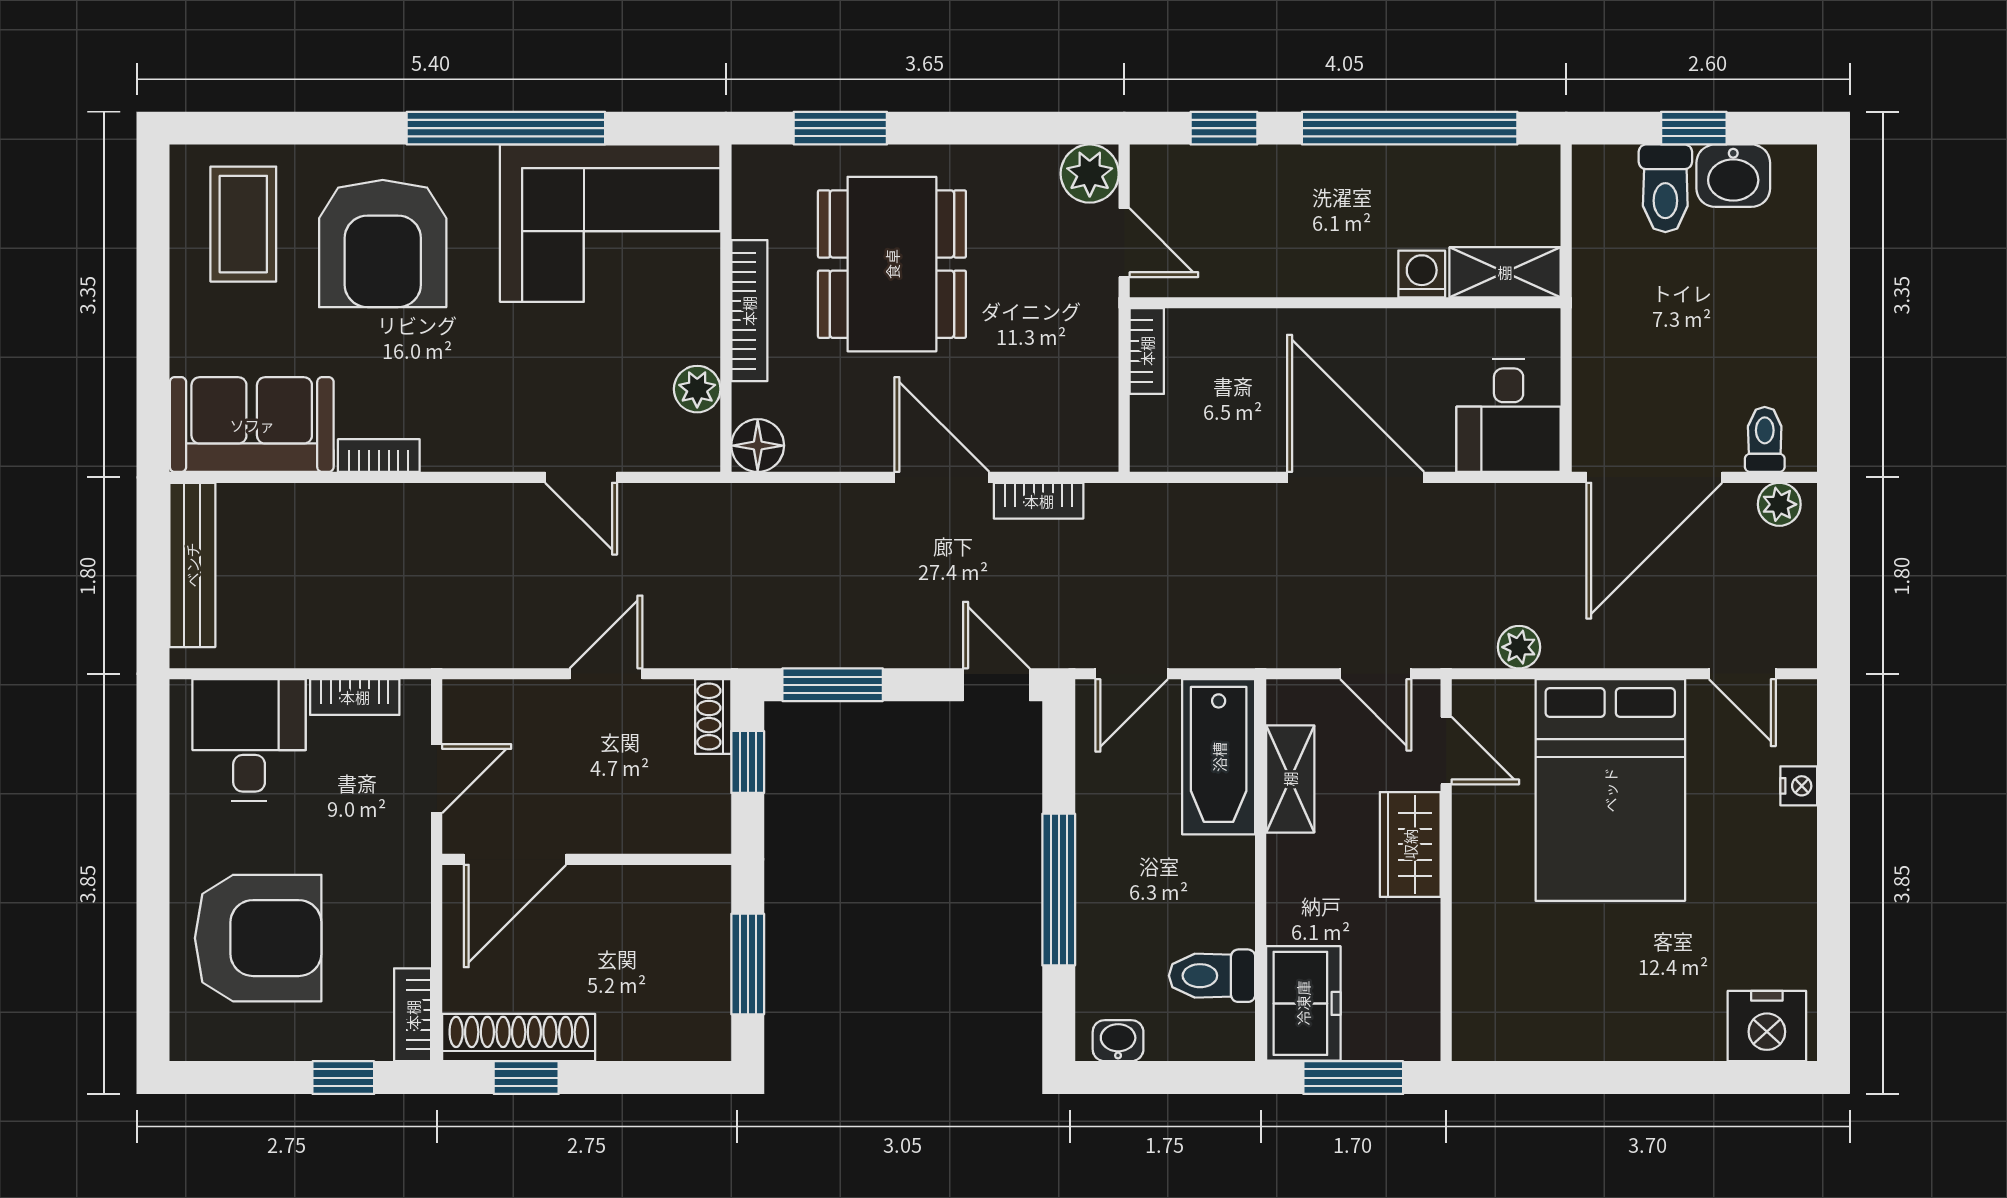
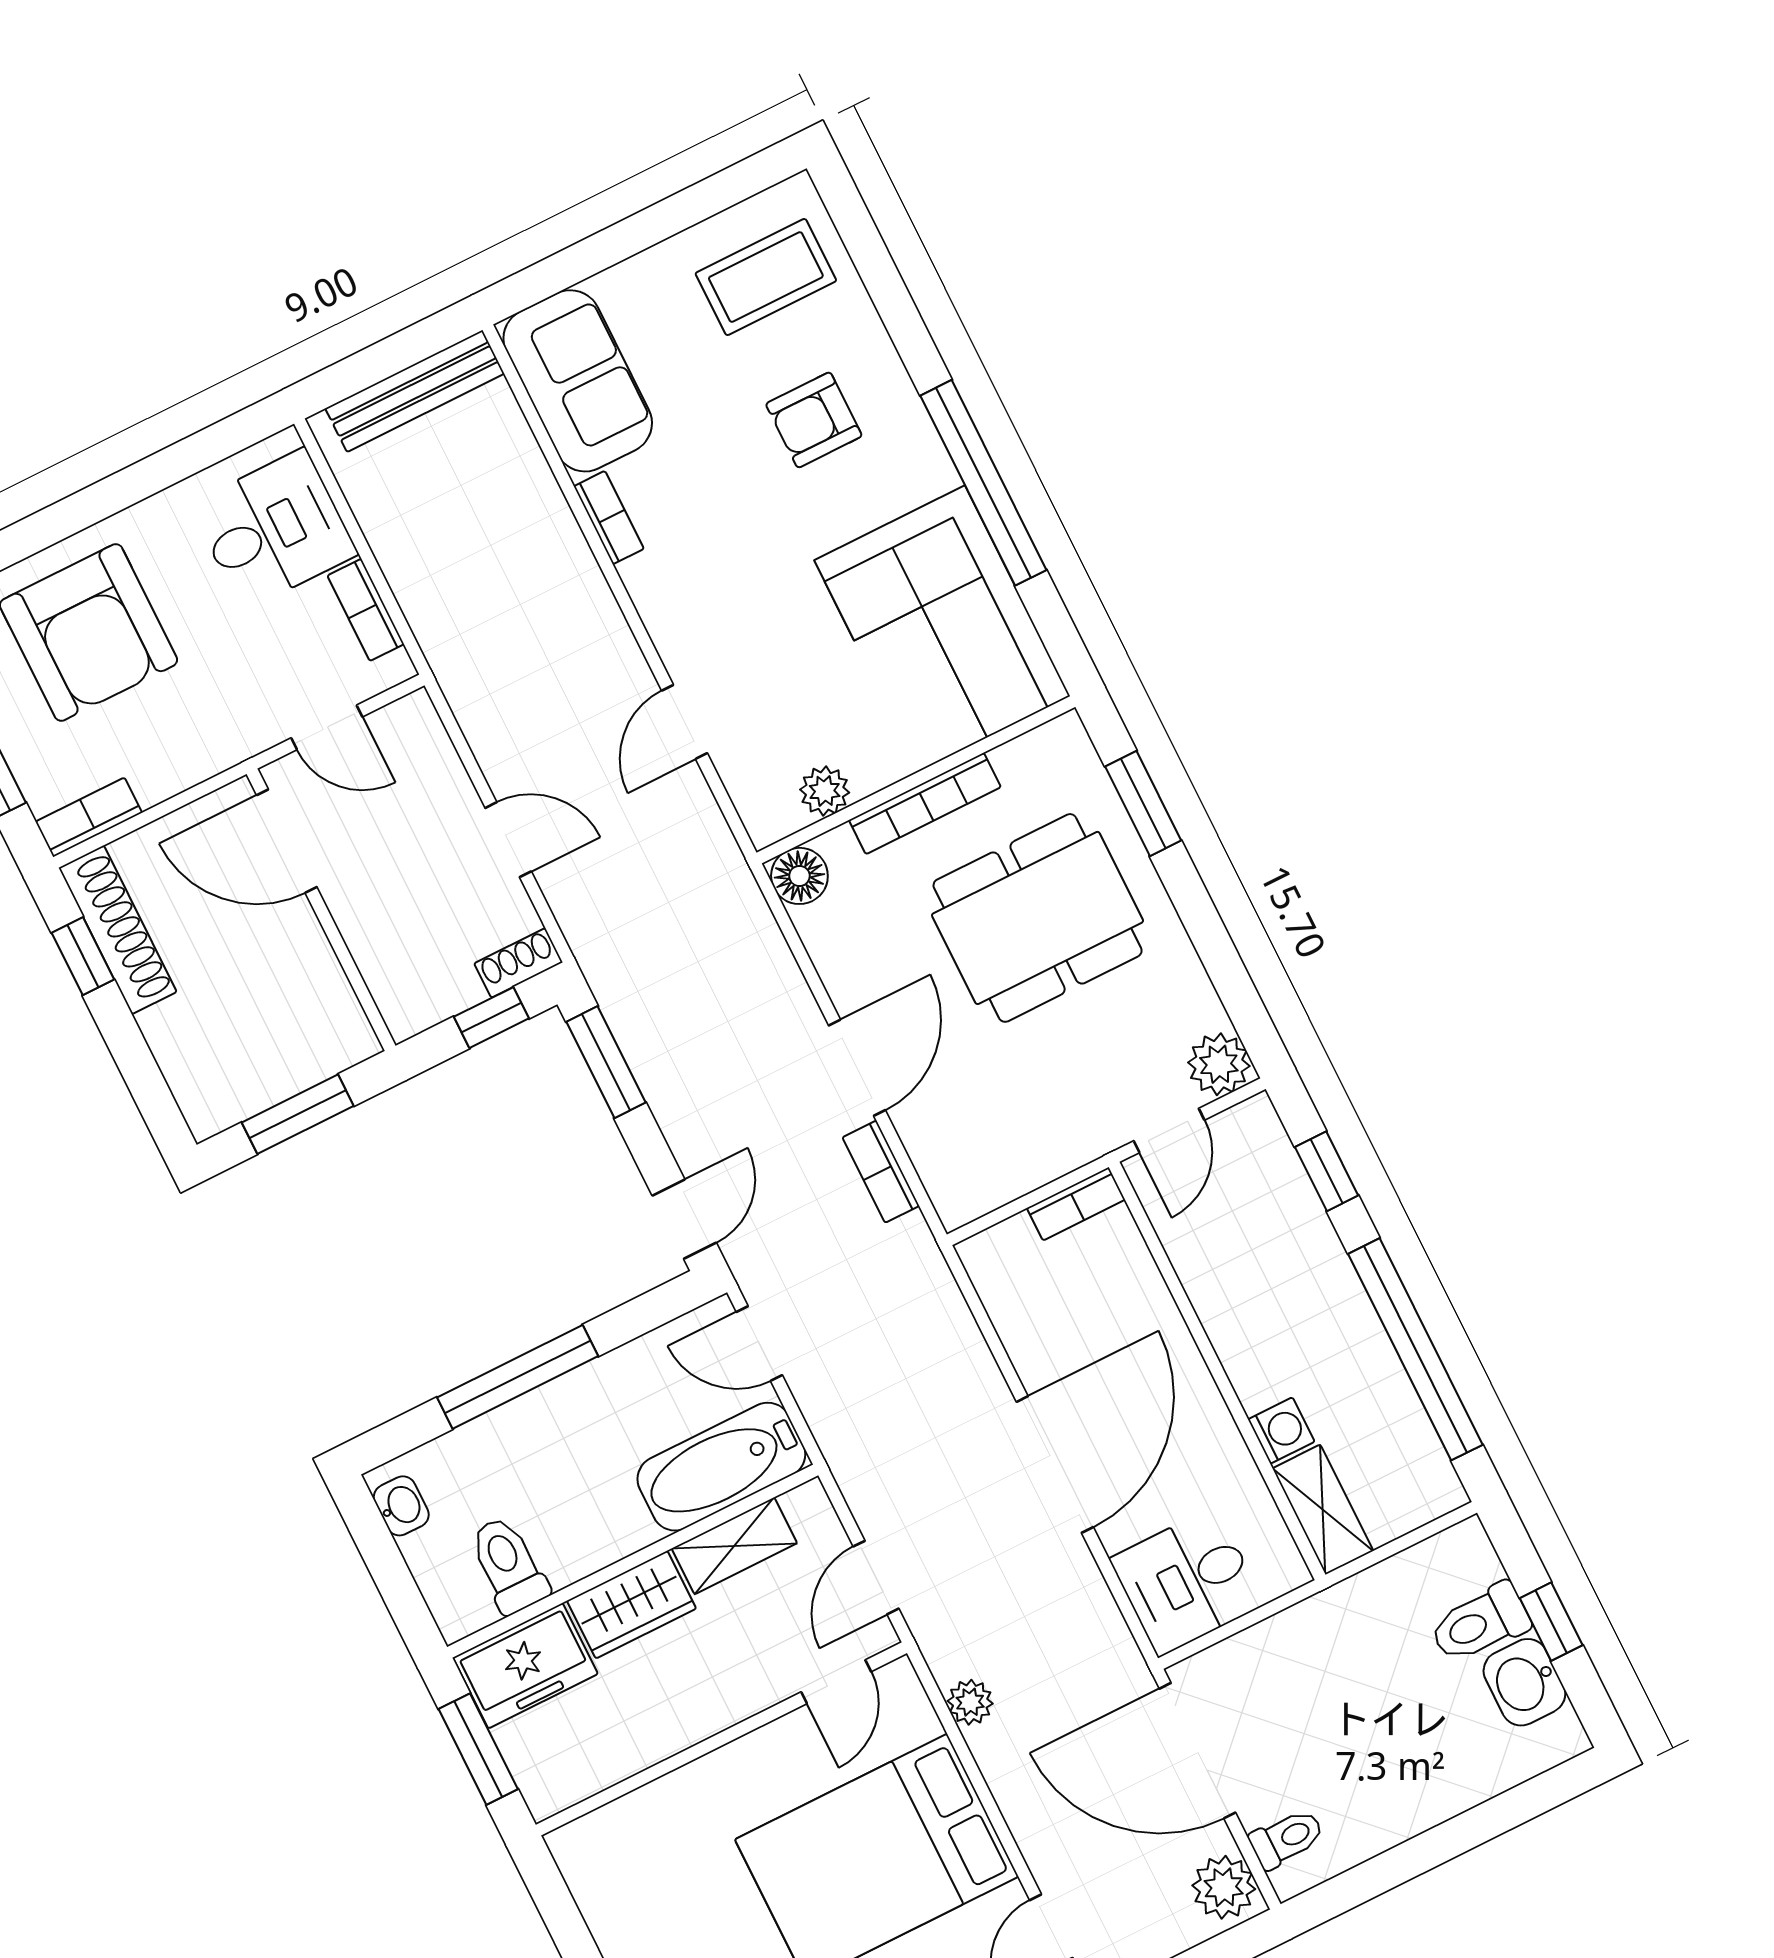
armchair: (383, 244) -> (814, 420), width x0.53, depth x0.53
plant: (1779, 504) -> (1224, 1887), width x1.38, depth x1.38
wardrobe: (1410, 844) -> (632, 1605), moved, turned 180

